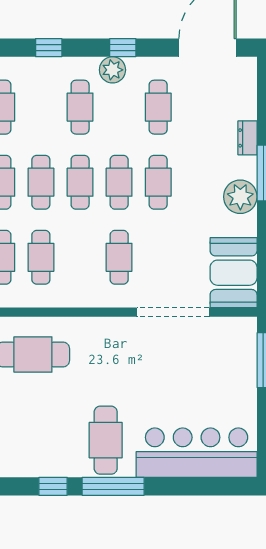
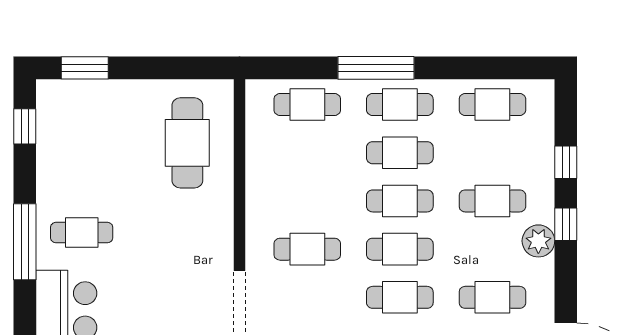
window: (123, 48) -> (566, 224), moved
cafe table: (41, 257) -> (307, 153), removed
cafe table: (106, 440) -> (82, 233), width x0.73, depth x0.74
window: (53, 486) -> (25, 126), moved

